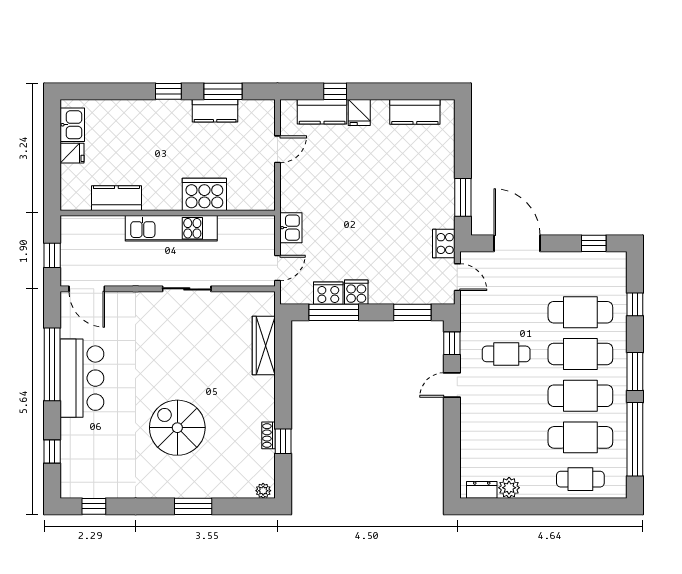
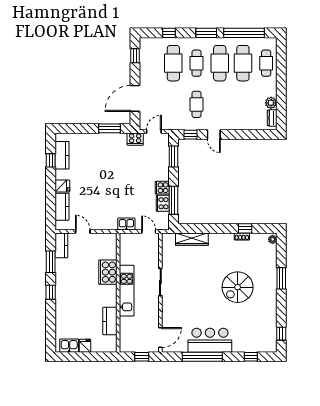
window: (335, 91) -> (51, 160), moved
kitchen counter: (215, 111) -> (61, 245), moved
cafe table: (580, 354) -> (197, 63), width x0.73, depth x0.74

